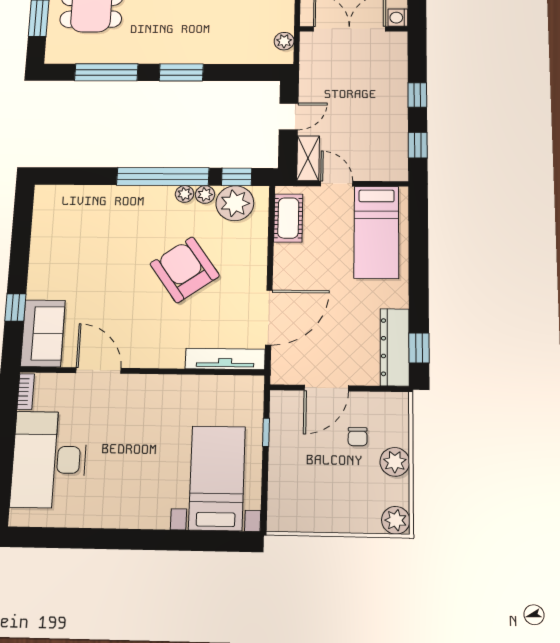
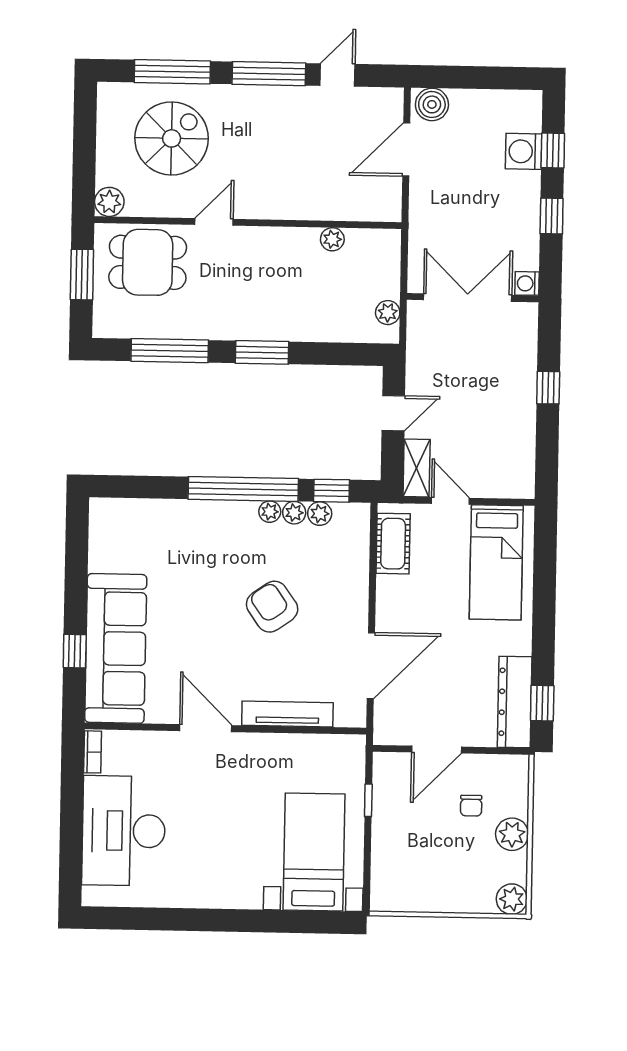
window: (418, 145) -> (547, 453), removed
plant: (235, 203) -> (320, 514), width x0.53, depth x0.53
armchair: (185, 270) -> (272, 607), width x0.73, depth x0.73
sofa: (43, 333) -> (116, 648), width x1.85, depth x1.27
tv unit: (225, 359) -> (287, 714), moved
door: (98, 371) -> (206, 728), moved

